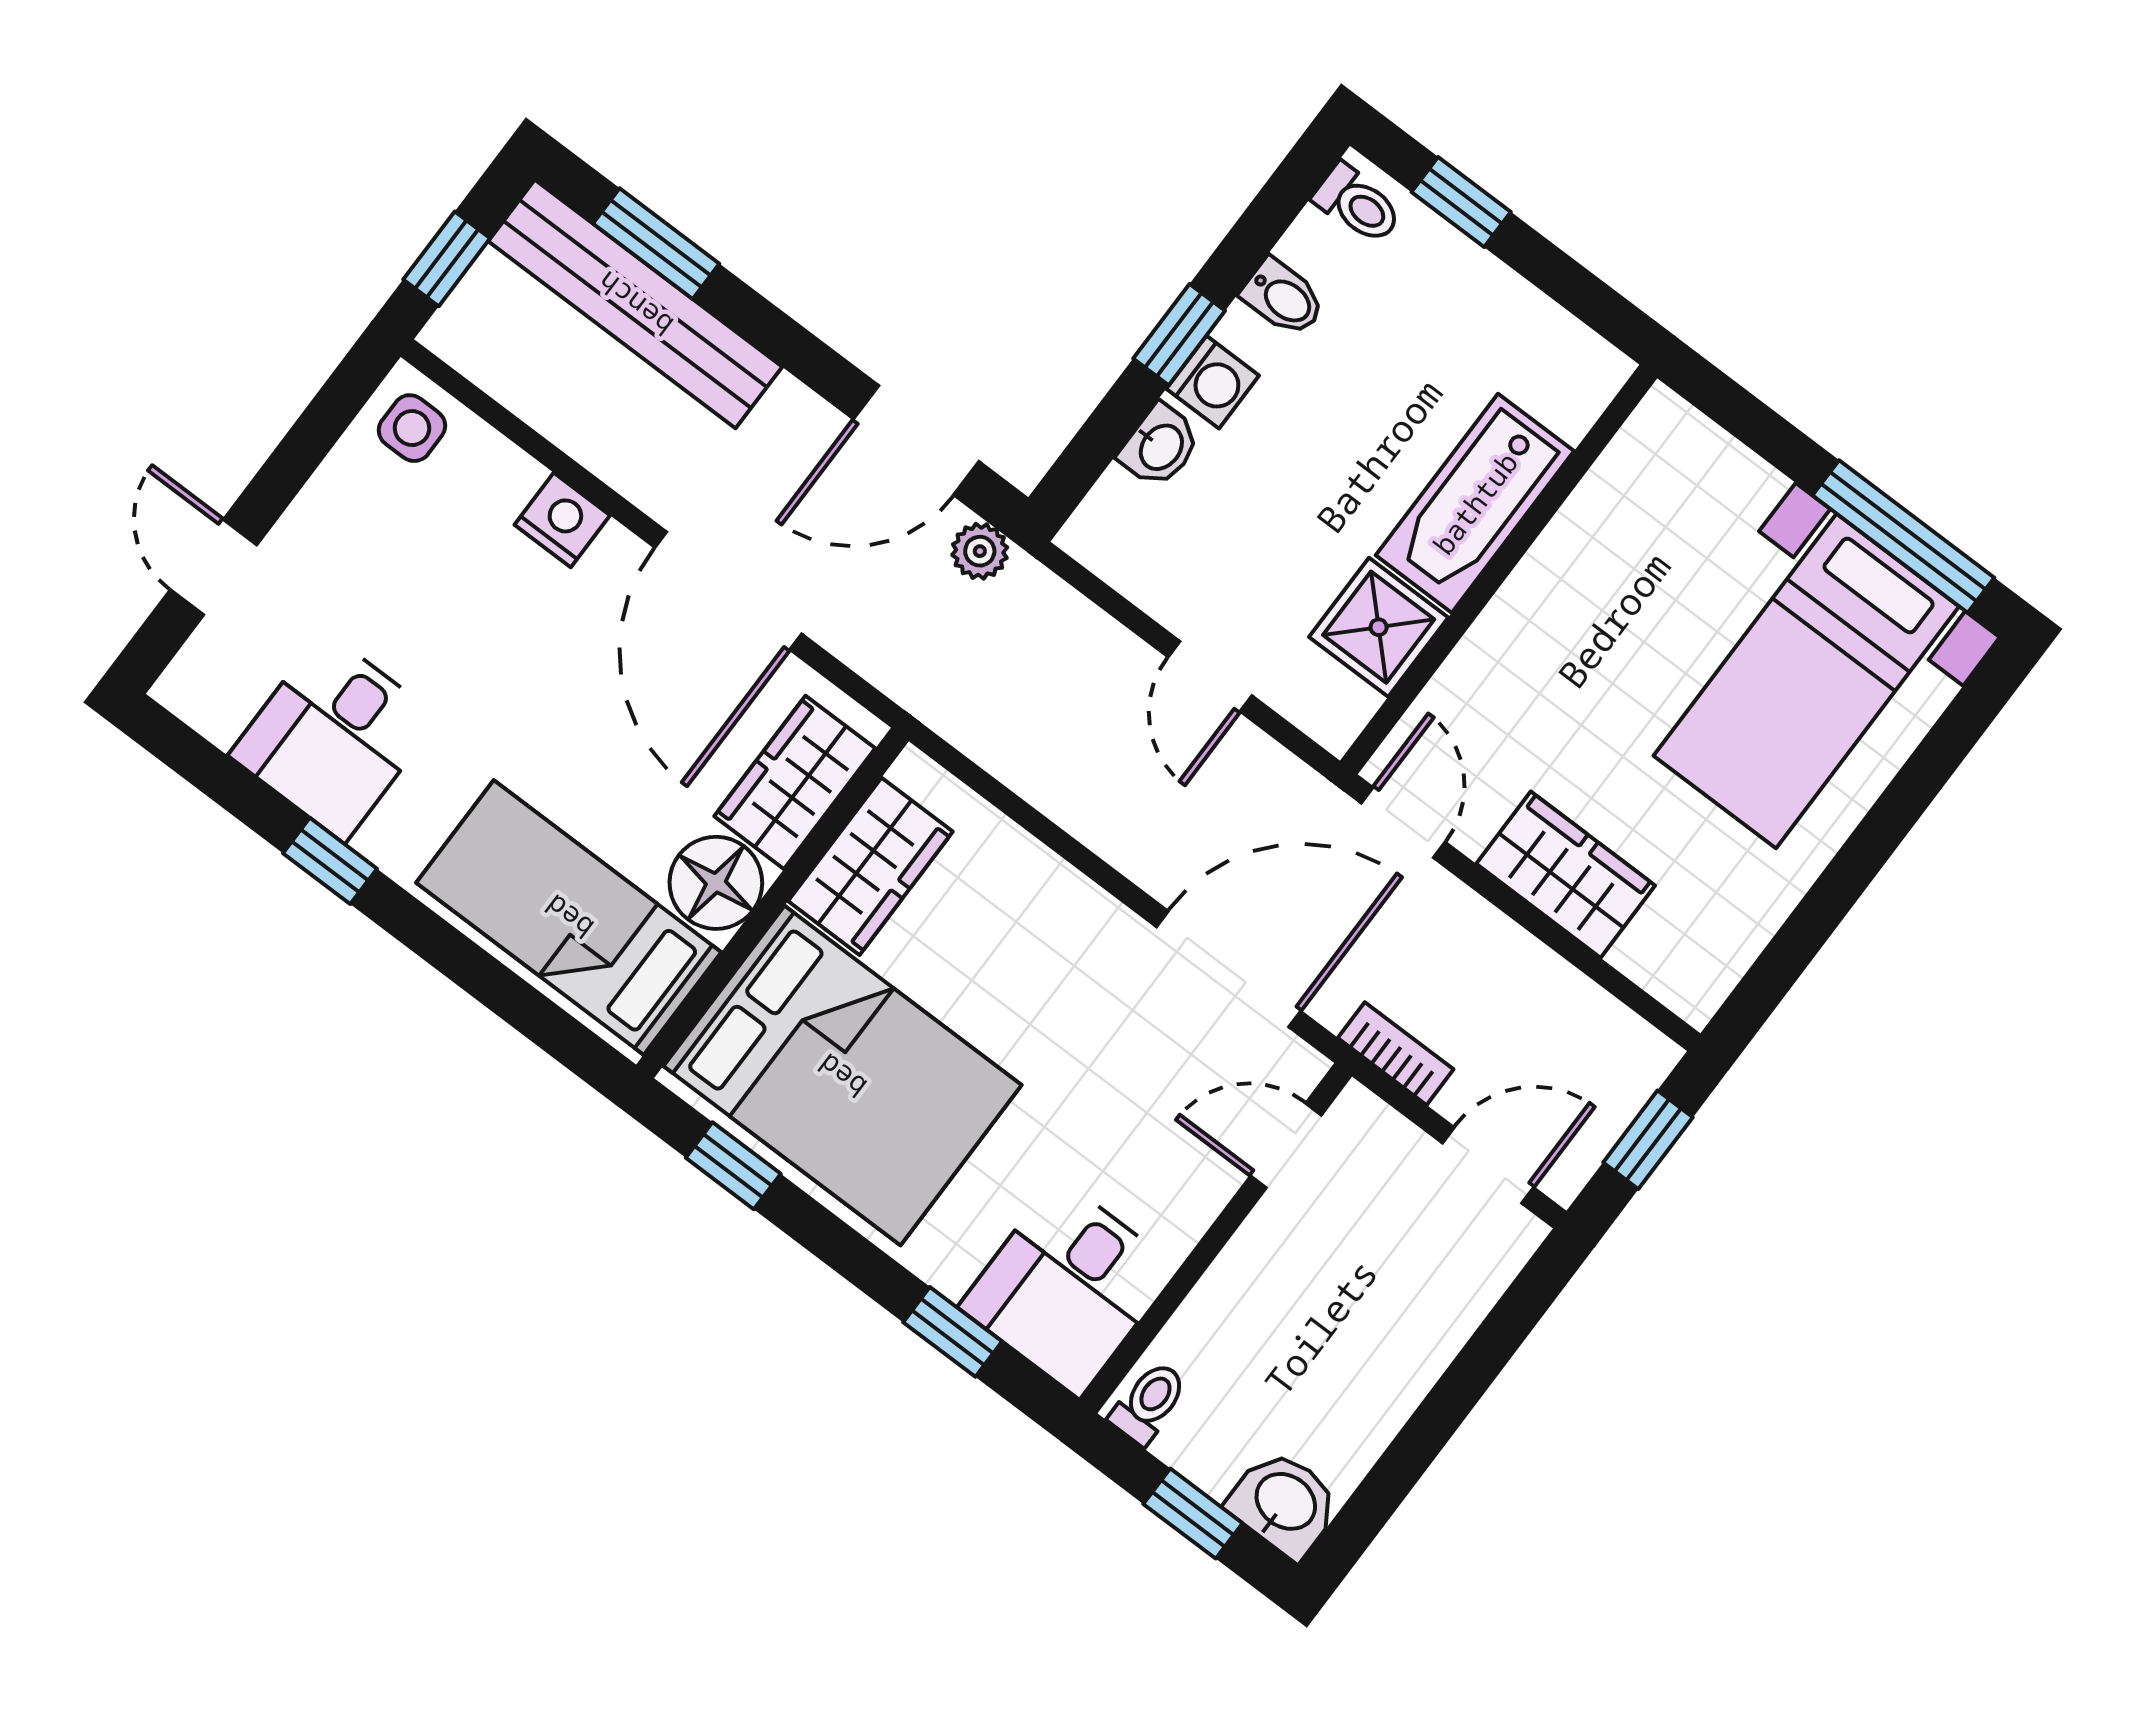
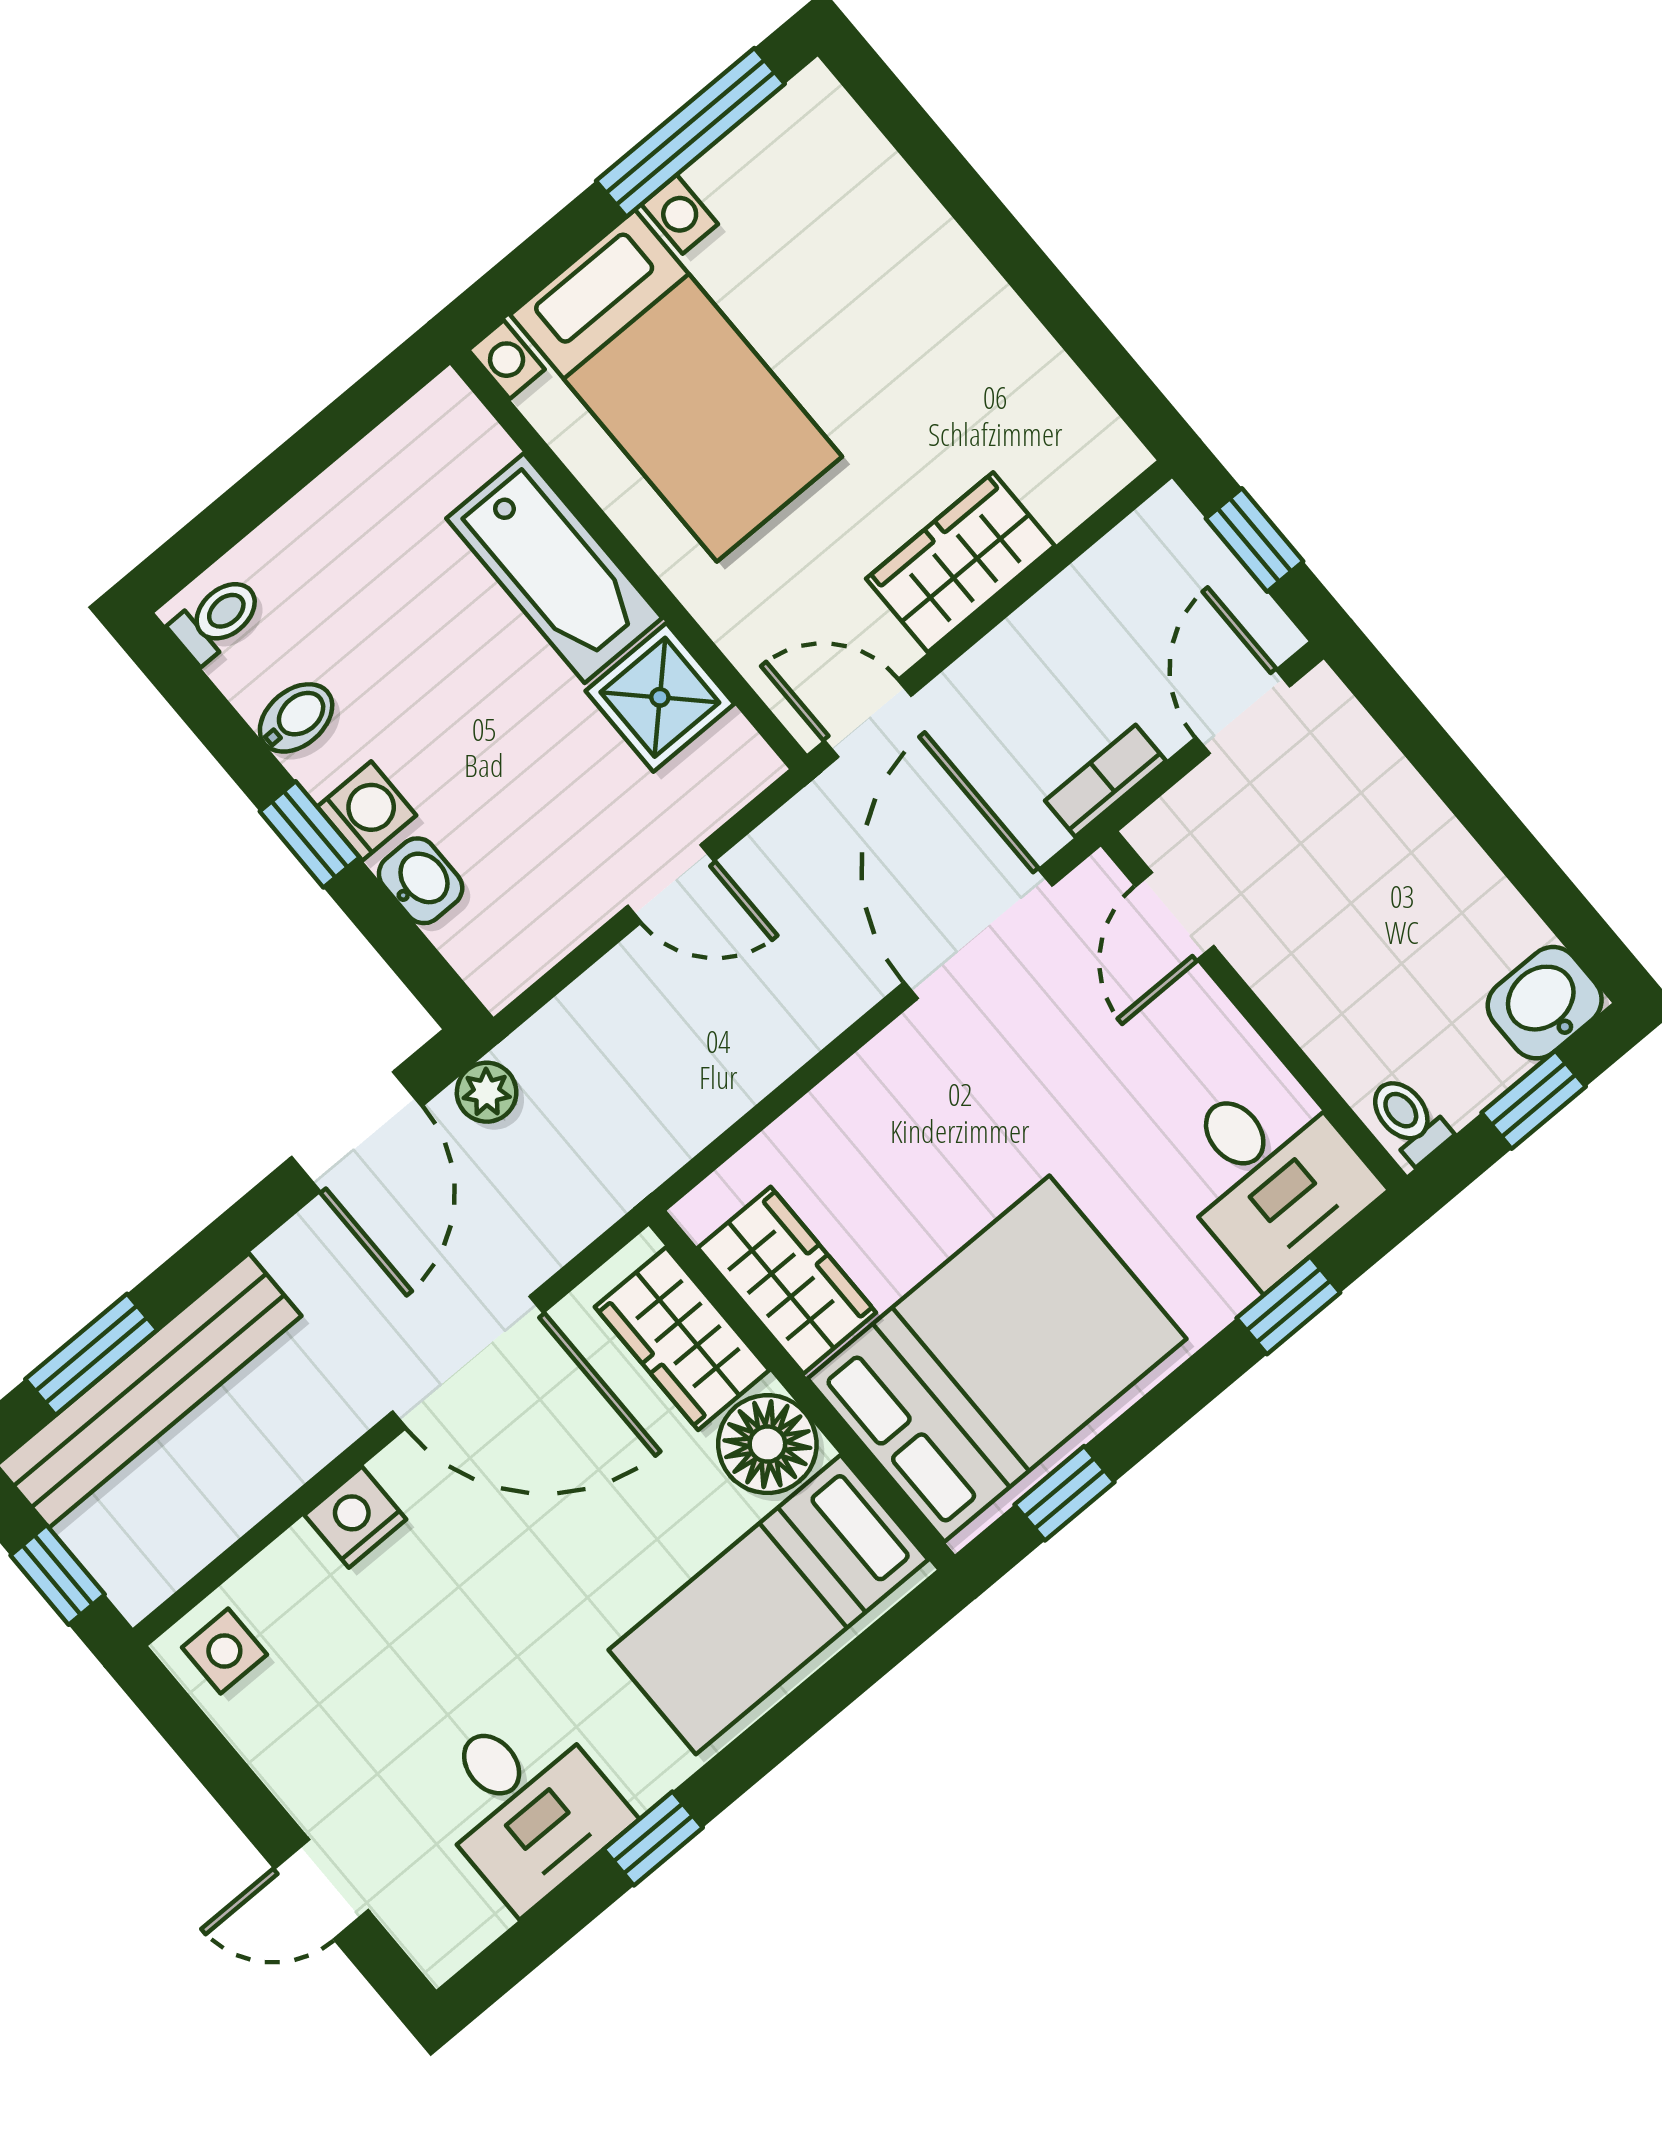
window: (1461, 202) -> (239, 511), removed
bed with nightstands: (1806, 681) -> (676, 386), moved

